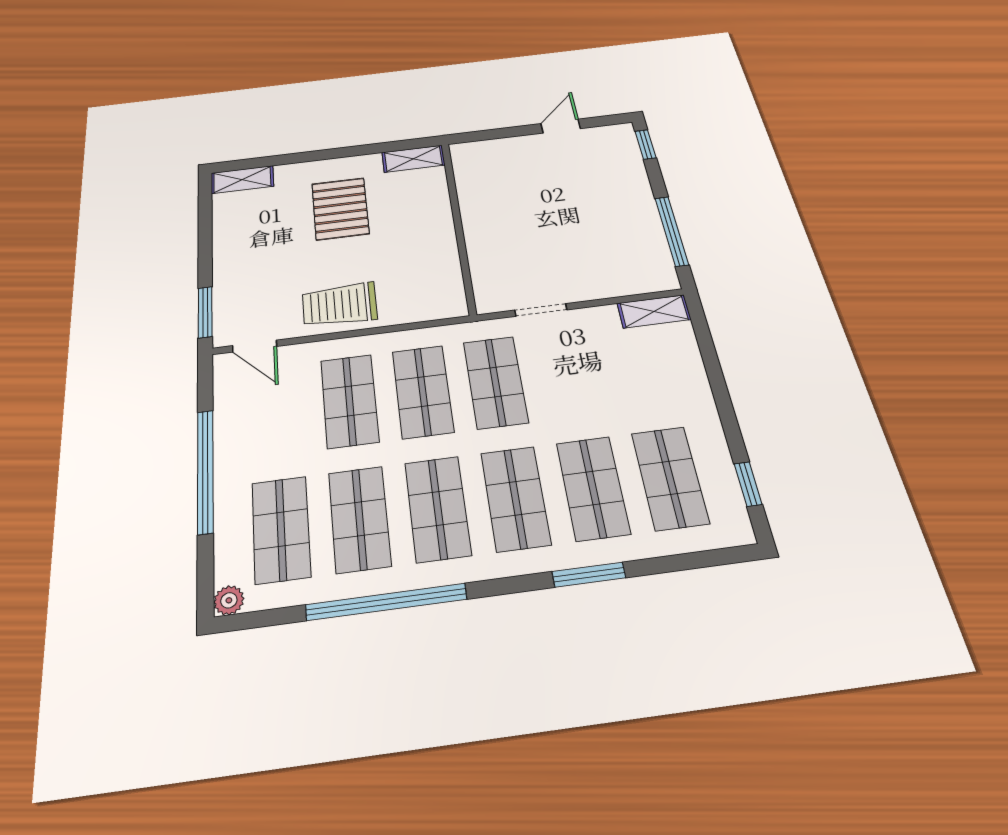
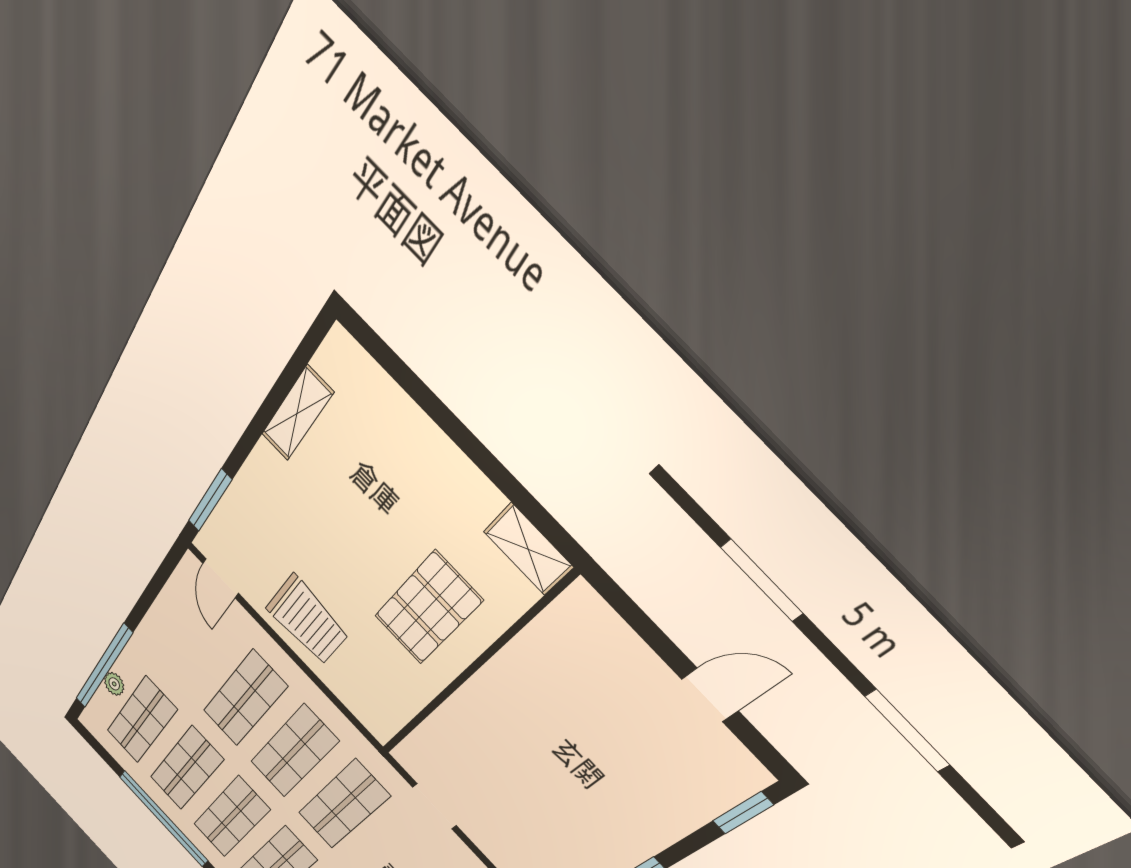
shelving: (242, 180) -> (297, 413), moved, turned 90
pallet: (340, 209) -> (428, 608), moved
trolley: (339, 305) -> (307, 620), turned 180
window: (205, 471) -> (104, 667), moved
plant: (229, 600) -> (114, 684), moved

